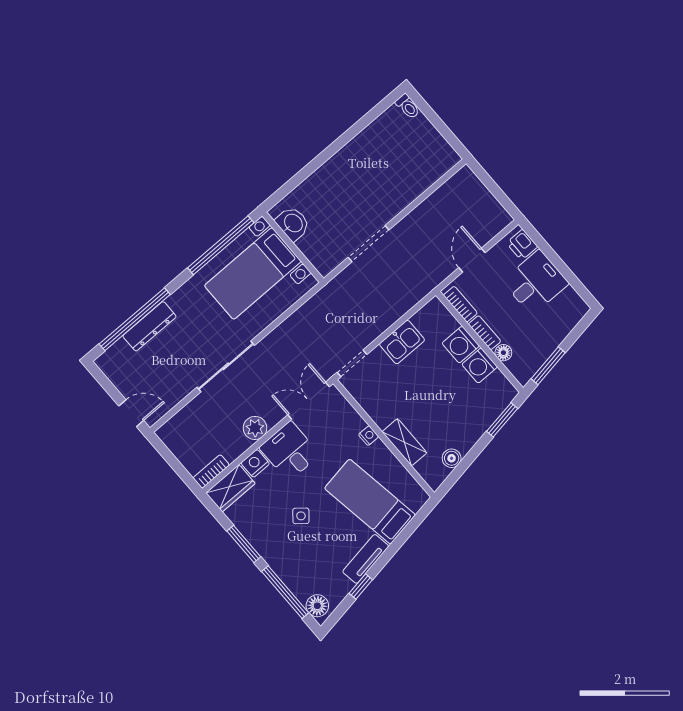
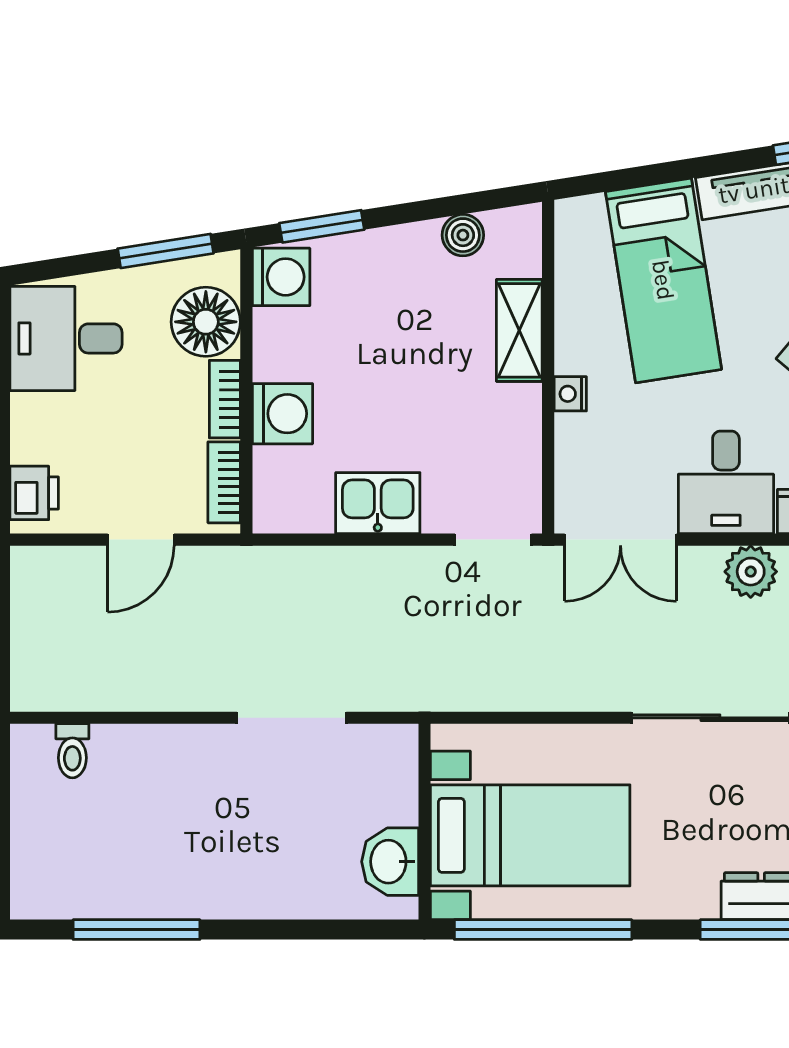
toilet: (408, 106) -> (72, 751), moved, turned 180
window: (359, 126) -> (137, 930), added
desk: (535, 282) -> (66, 338), moved
floor lamp: (503, 353) -> (206, 322), width x1.89, depth x1.89
washing machine: (480, 366) -> (281, 277), moved

